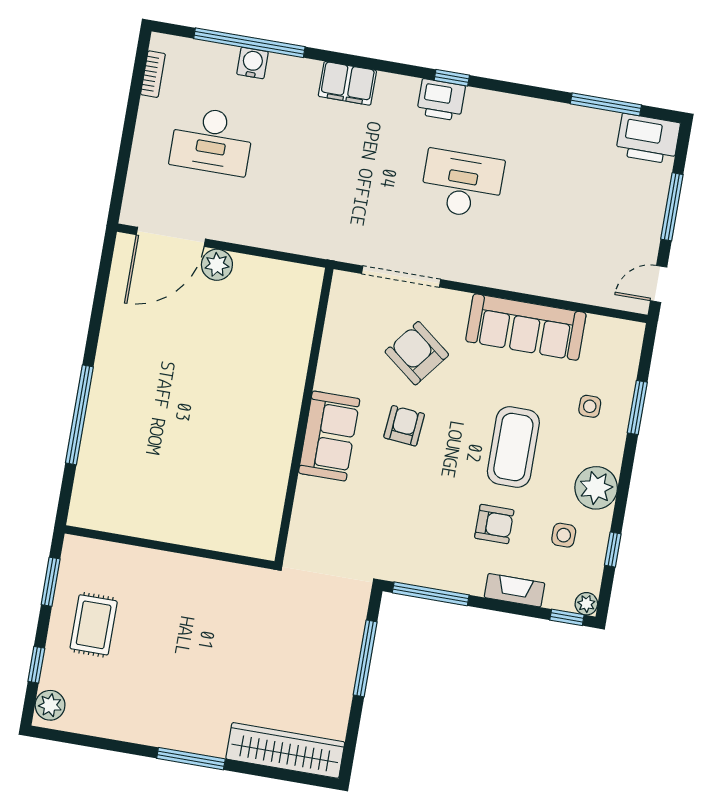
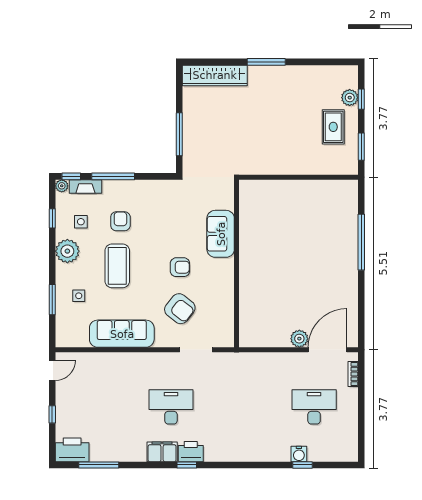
window: (249, 43) -> (303, 465), width x0.32
bookcase: (153, 74) -> (353, 374), moved
filing cabinet: (347, 83) -> (162, 452), moved
desk: (462, 184) -> (171, 407), turned 180
window: (672, 207) -> (52, 414), width x0.46
doorway: (401, 277) -> (196, 350), width x0.73
armchair: (404, 426) -> (180, 267), turned -95
sofa: (329, 436) -> (221, 234), moved
armchair: (494, 524) -> (120, 221), turned 90
fireplace: (515, 590) -> (85, 186), moved
window: (431, 594) -> (113, 176), moved
plant: (50, 705) -> (350, 98), moved

